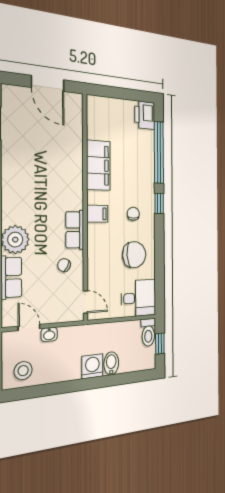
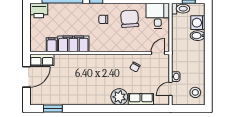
filing cabinet: (97, 214) -> (52, 45), moved
row of seats: (75, 230) -> (42, 60), moved
washing machine: (92, 366) -> (198, 23), moved

